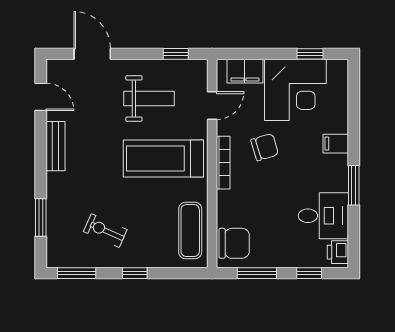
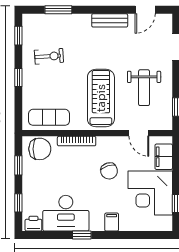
bookcase: (223, 163) -> (77, 141), moved
window: (354, 185) -> (82, 235), width x0.67
desk: (323, 216) -> (66, 213), width x1.37
exercise bike: (105, 231) -> (49, 56), turned 62
chair: (234, 243) -> (40, 149), turned -90
window: (77, 273) -> (18, 36), width x0.67
window: (257, 273) -> (18, 165), width x0.67

